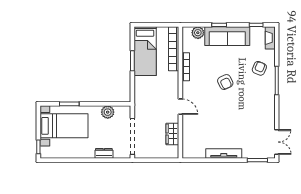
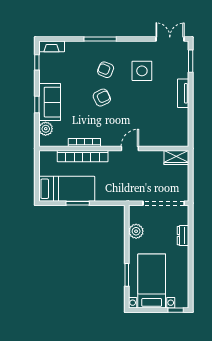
sofa: (227, 36) -> (50, 102), width x0.73
bookcase: (174, 49) -> (83, 156), moved
armchair: (259, 68) -> (106, 70), moved
side table: (249, 117) -> (142, 71), added
wardrobe: (172, 134) -> (176, 158), moved
tv unit: (224, 154) -> (183, 93), width x0.71

